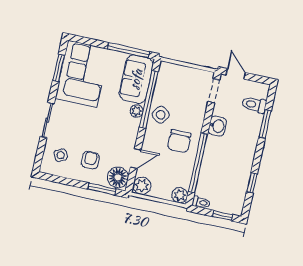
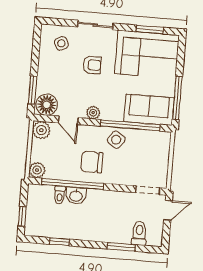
plant: (137, 111) -> (93, 113), moved
washbasin: (217, 126) -> (76, 196), moved
armchair: (90, 160) -> (92, 65), moved
toilet: (201, 202) -> (60, 195), moved

